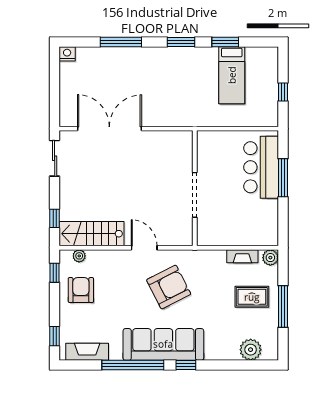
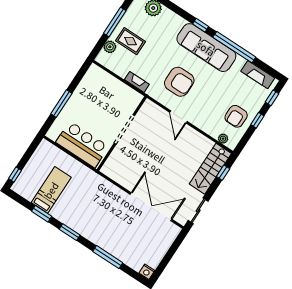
window: (283, 92) -> (15, 174), moved
double door: (109, 129) -> (151, 207), swing flipped
bar counter: (261, 167) -> (82, 144), moved, turned -90
stairs: (92, 234) -> (210, 169), moved, turned 90
fireplace: (242, 256) -> (137, 82), moved
plant: (270, 258) -> (110, 47), moved
window: (55, 273) -> (257, 120), moved
armchair: (169, 287) -> (179, 82), turned -153

